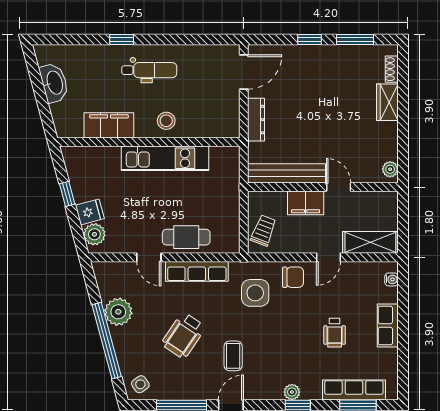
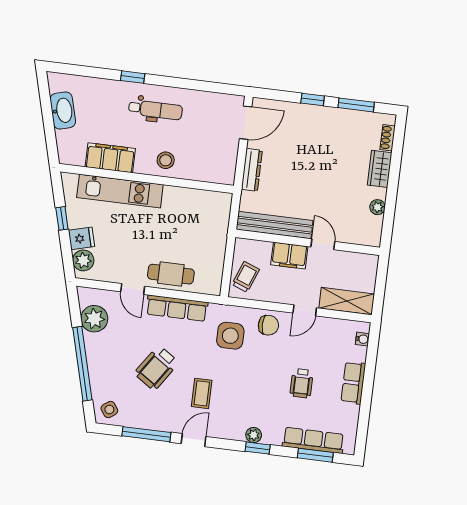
kitchen unit: (165, 158) -> (120, 191), moved
plant: (390, 169) -> (378, 207), moved
plant: (118, 312) -> (94, 319), moved

